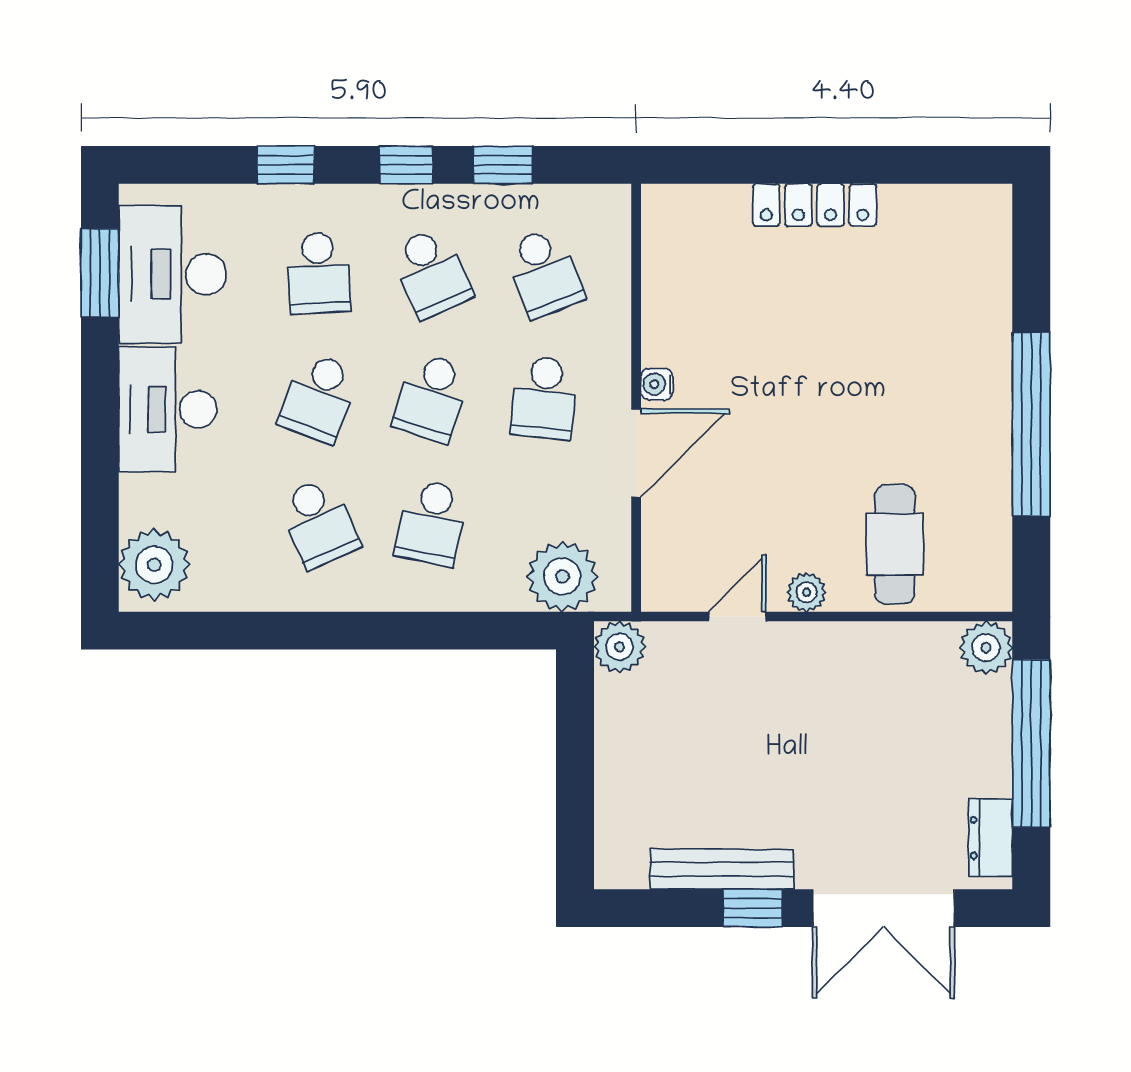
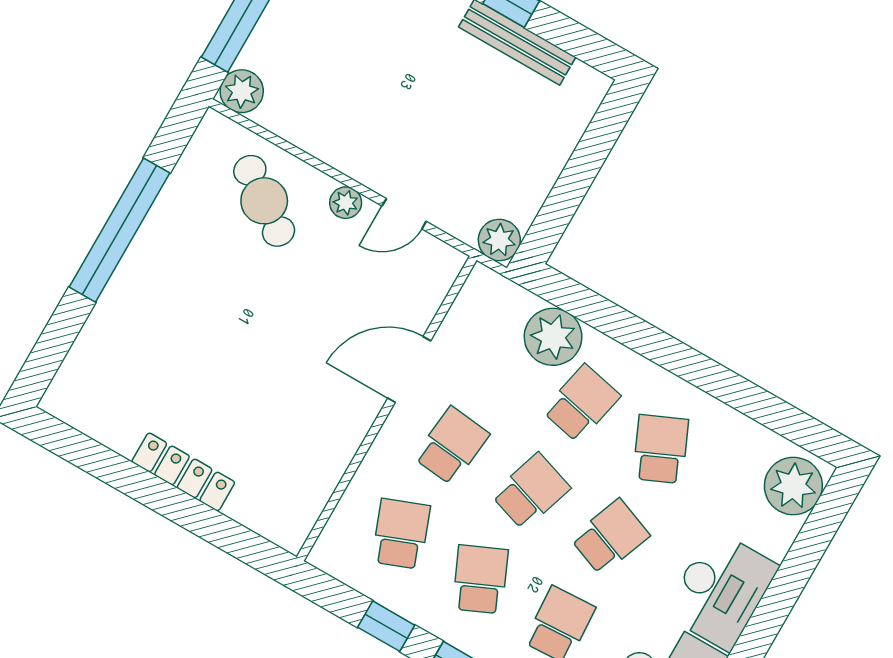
water cooler: (657, 384) -> (367, 410), removed
cafe table: (895, 544) -> (264, 201), turned -55
plant: (562, 576) -> (553, 337), moved

